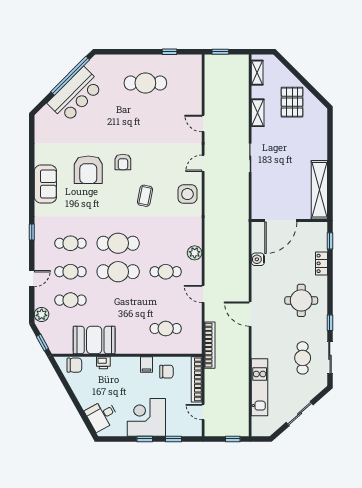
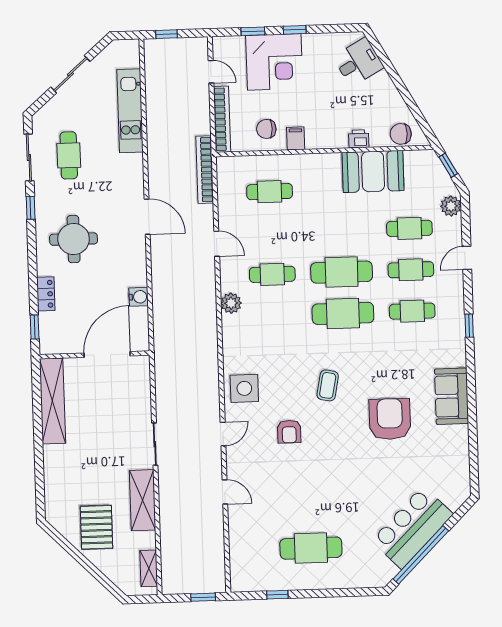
shelving: (258, 113) -> (143, 500), width x1.50, depth x1.33
armchair: (123, 162) -> (289, 432), moved, turned 180
coffee table: (145, 196) -> (328, 385), moved
corner desk: (146, 417) -> (274, 62), moved

